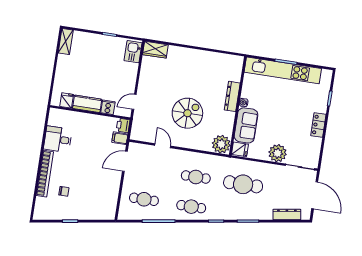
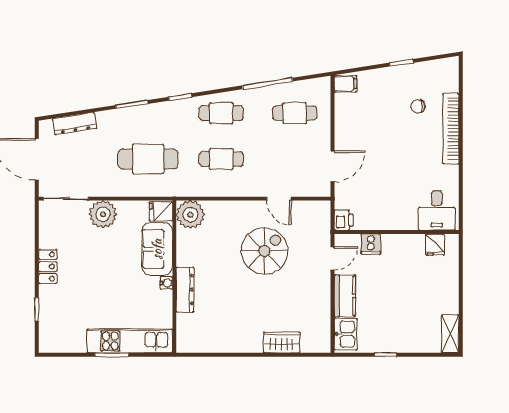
wardrobe: (155, 50) -> (282, 342), moved
kitchen unit: (283, 70) -> (130, 341), width x0.73
kitchen counter: (87, 104) -> (345, 296), moved, turned -90
spiral stairs: (187, 113) -> (265, 251), moved, turned 180
filing cabinet: (120, 138) -> (345, 84), moved
desk: (58, 139) -> (437, 211), moved, turned 90

